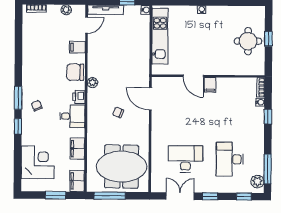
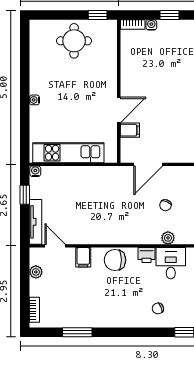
window: (268, 39) -> (98, 15), moved
chair: (75, 72) -> (115, 260), turned 90
plant: (92, 83) -> (168, 238), moved
filing cabinet: (210, 85) -> (130, 130), moved
window: (18, 98) -> (77, 332), moved

